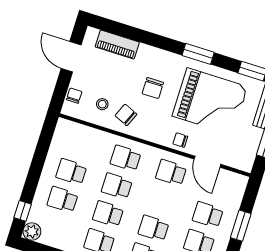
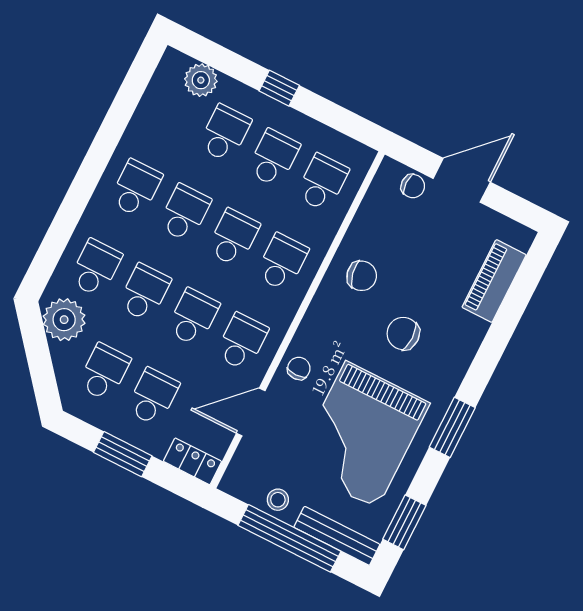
door: (71, 57) -> (462, 180), moved
stool: (102, 104) -> (278, 500), moved
chair: (126, 115) -> (362, 276), turned 55
school desk: (80, 144) -> (322, 182), added
locker: (239, 188) -> (192, 461), added
school desk: (162, 200) -> (193, 317), added
window: (23, 211) -> (279, 88), moved
plant: (32, 232) -> (201, 80), moved

